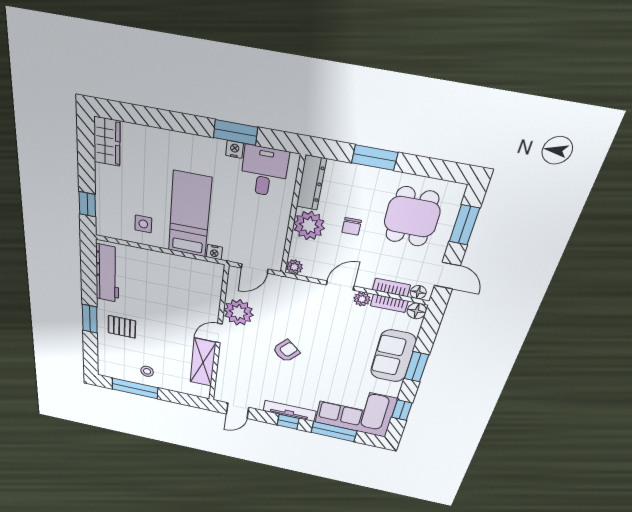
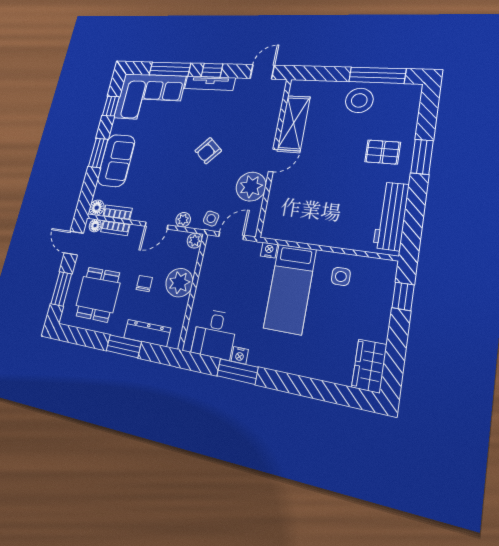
dresser: (311, 183) -> (147, 333), moved, turned 90
side table: (278, 287) -> (211, 219), added
plant: (362, 299) -> (183, 220), moved
stool: (147, 371) -> (359, 100), width x1.89, depth x1.89

